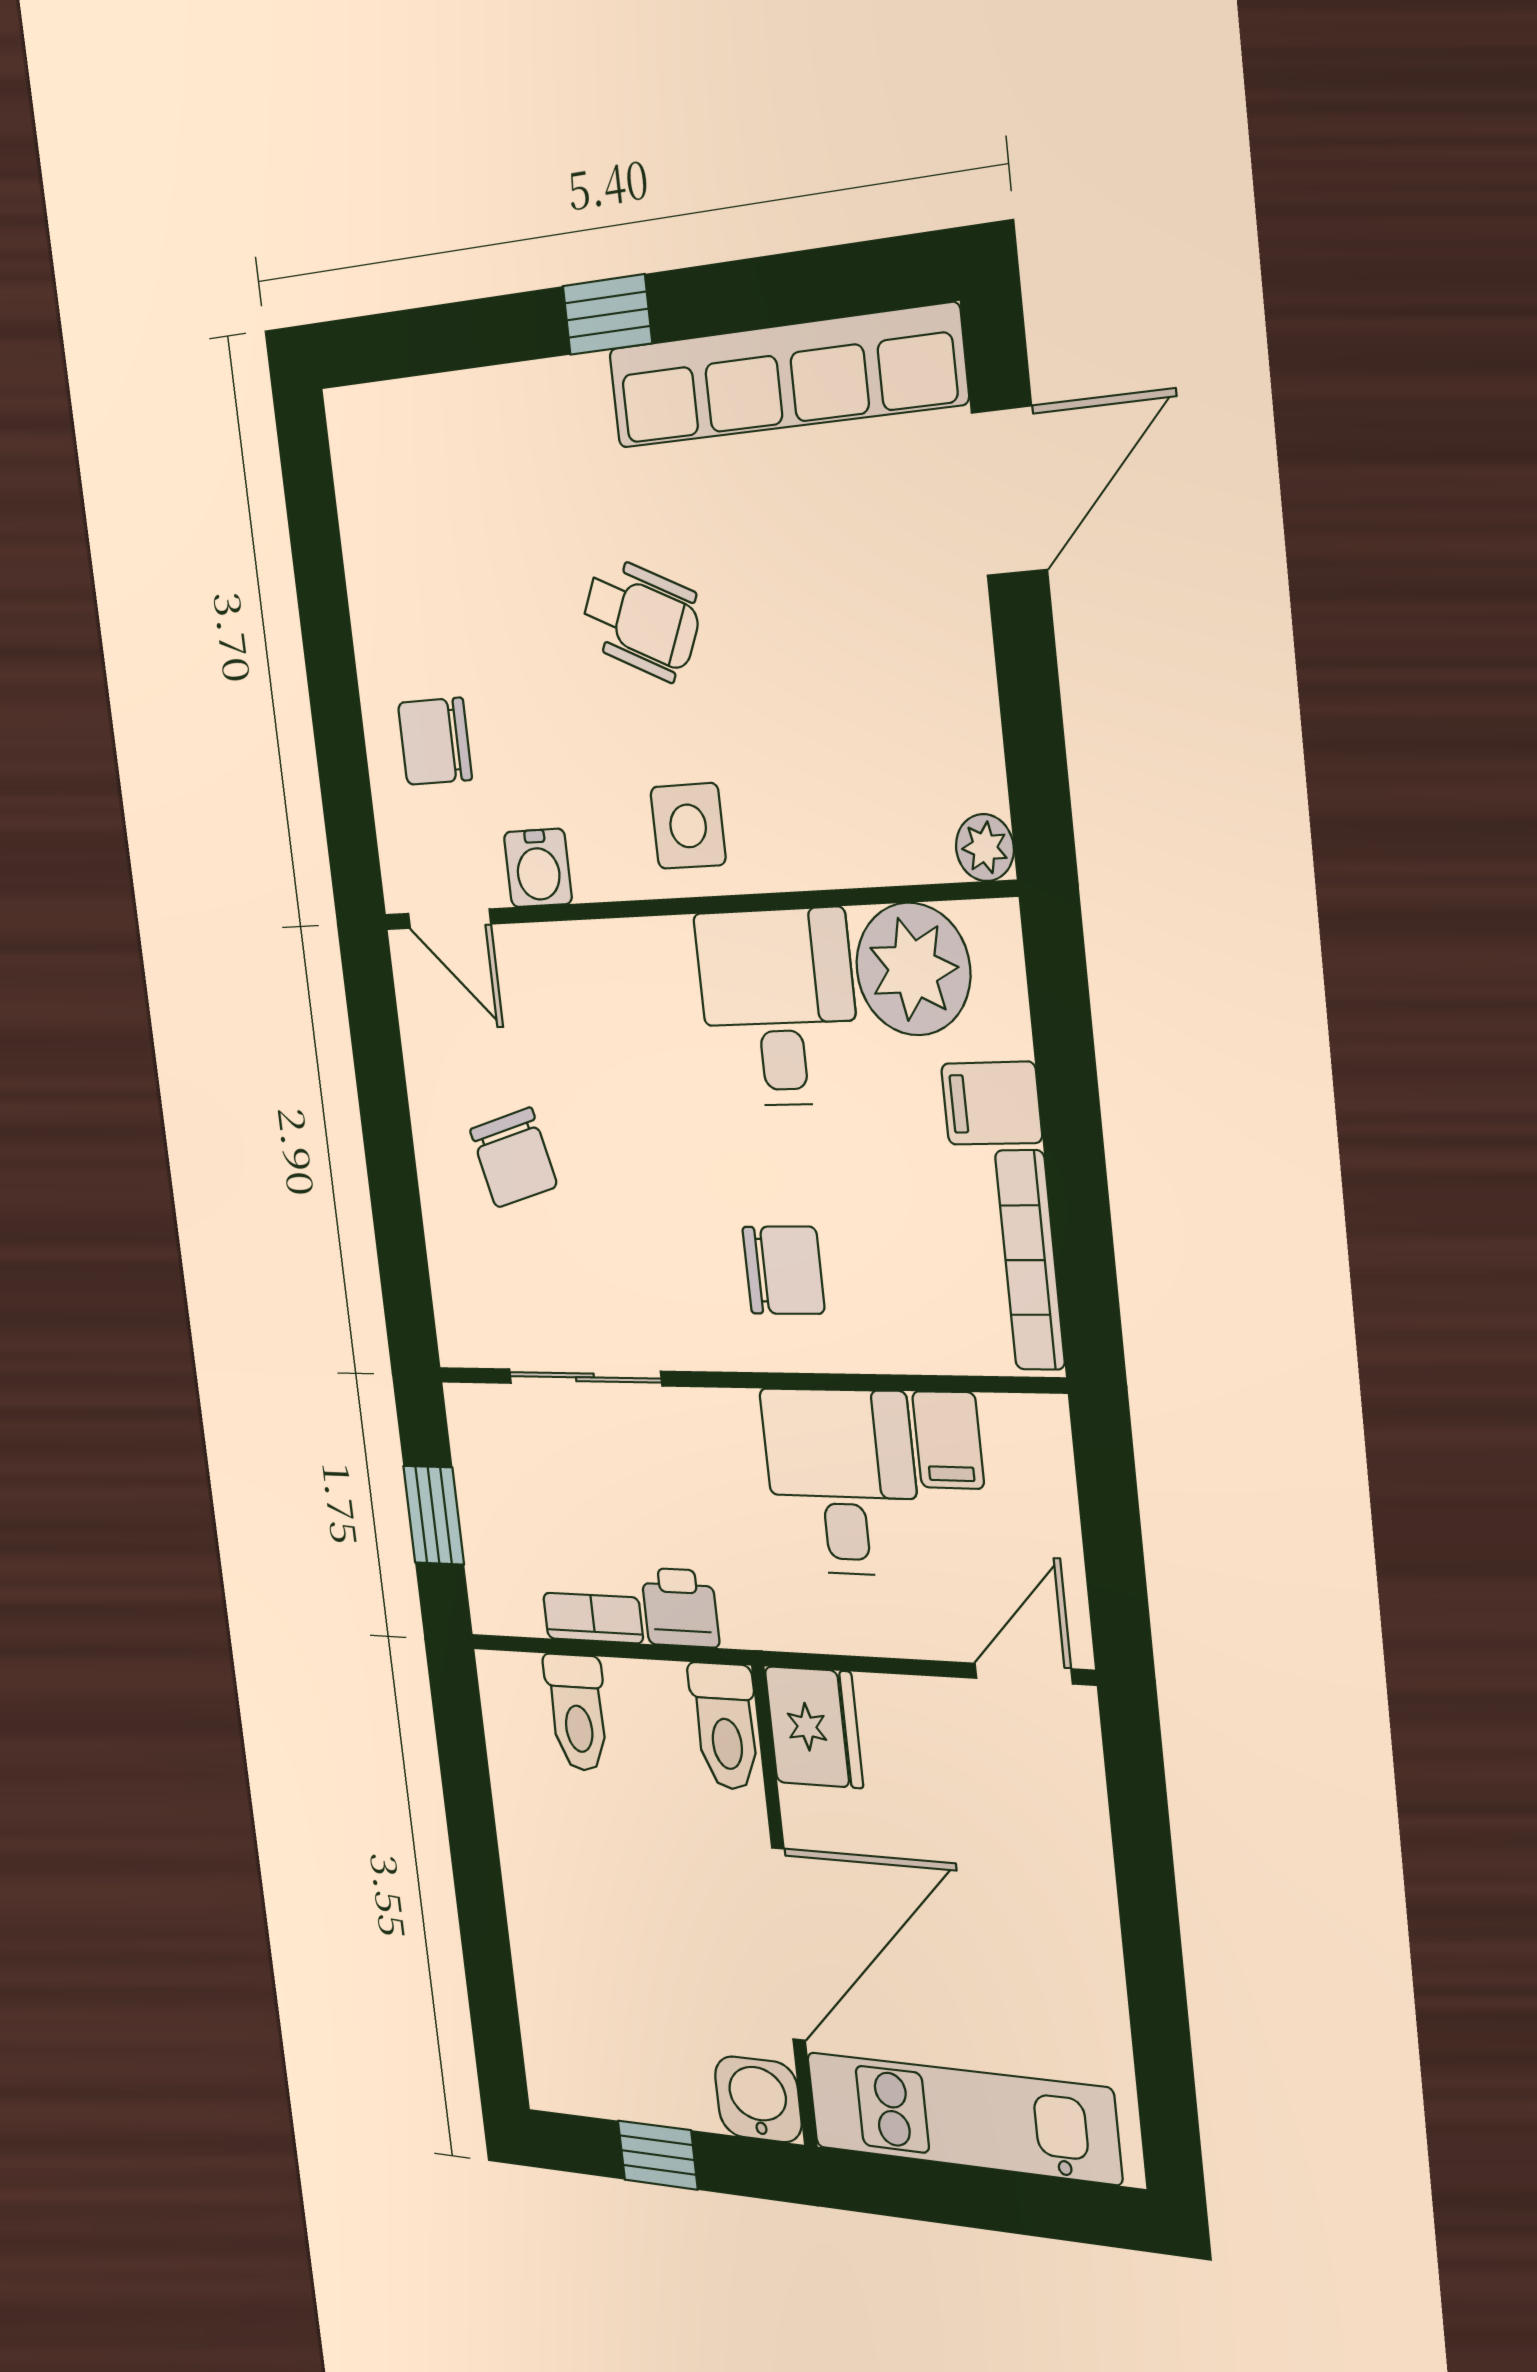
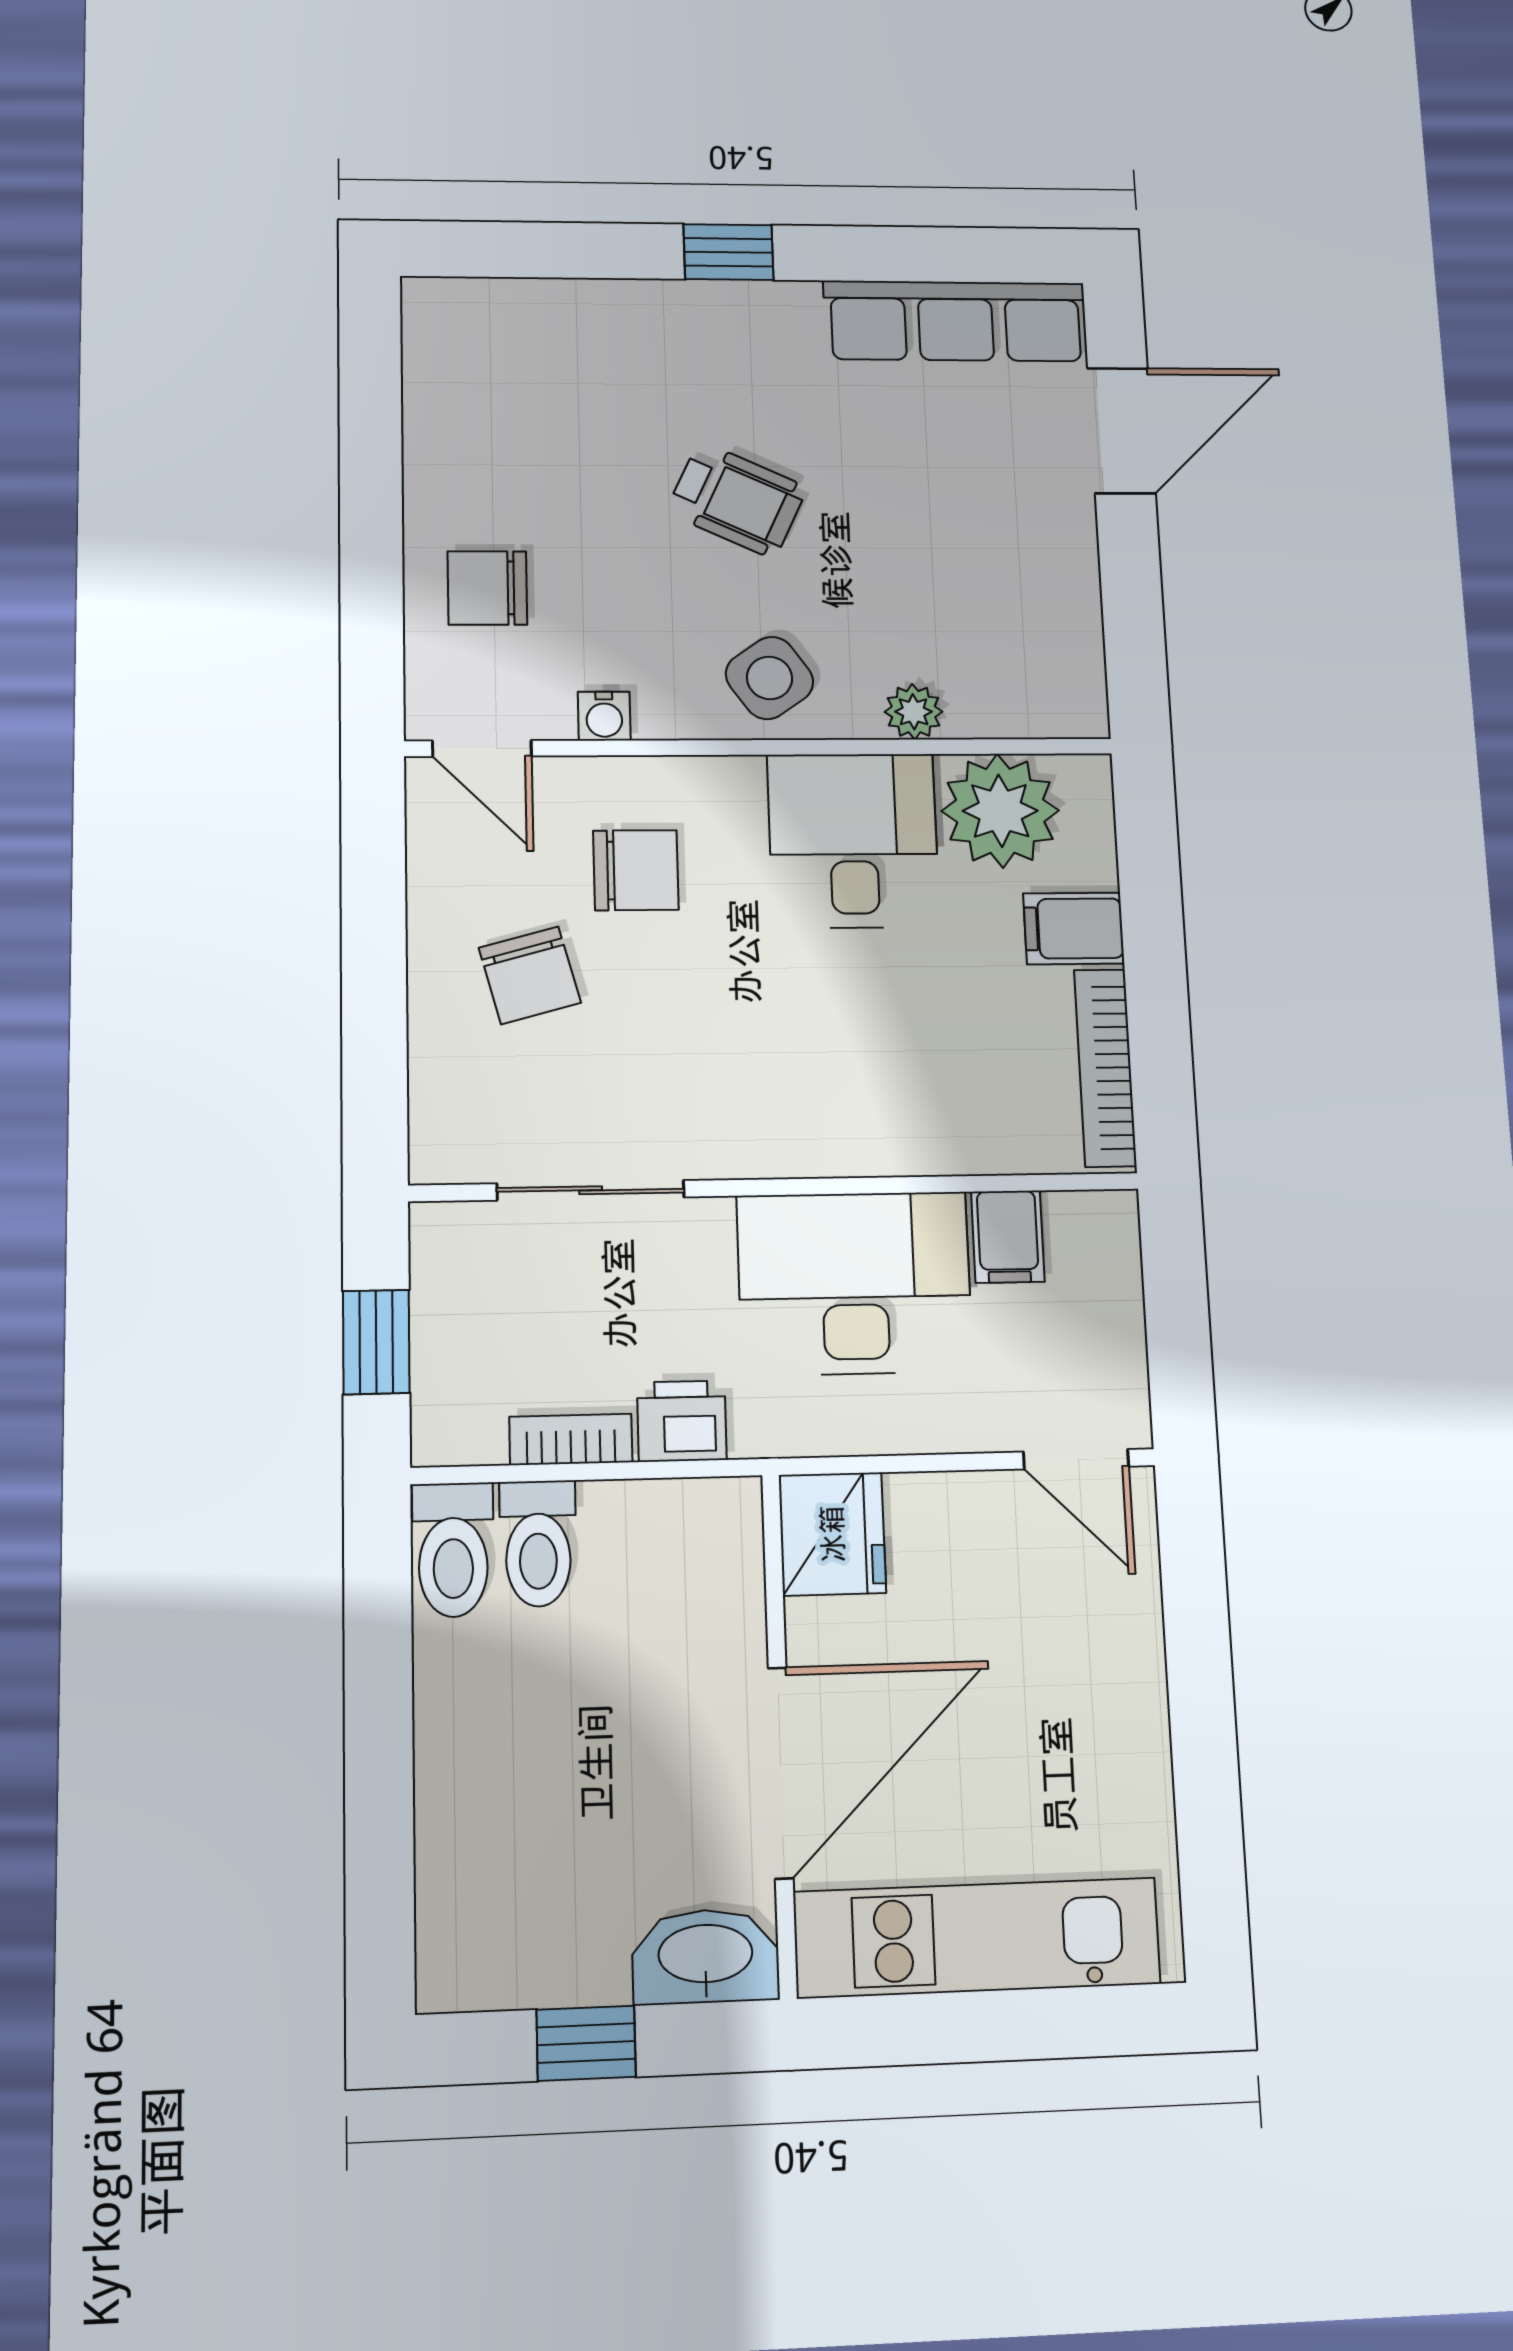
row of seats: (785, 376) -> (956, 321), width x0.73
side table: (688, 826) -> (770, 678), turned -35
plant: (985, 848) -> (913, 712), moved
water cooler: (538, 868) -> (604, 716), width x0.72, depth x0.72
chair: (784, 1270) -> (636, 870), moved
desk: (842, 1482) -> (855, 1283), width x1.37
door: (1023, 1674) -> (1076, 1459), swing flipped
toilet: (725, 1726) -> (453, 1550), moved
washbasin: (758, 2099) -> (706, 1956), width x1.38

